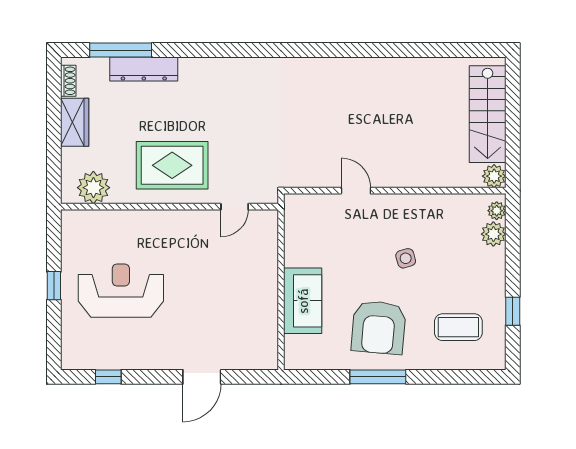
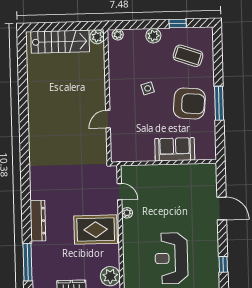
dresser: (144, 69) -> (38, 221), moved
rug: (172, 165) -> (96, 230), turned 90
plant: (199, 218) -> (127, 213), added
plant: (493, 234) -> (153, 36), moved
coffee table: (458, 327) -> (188, 56), turned -71

